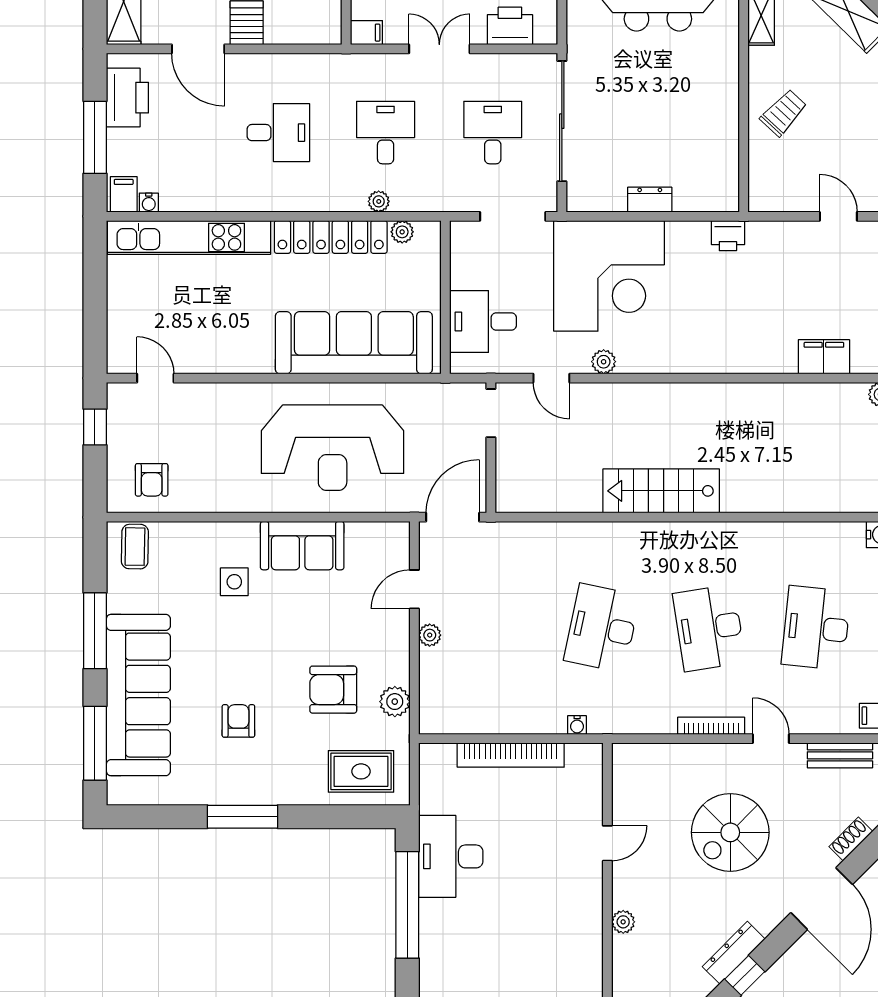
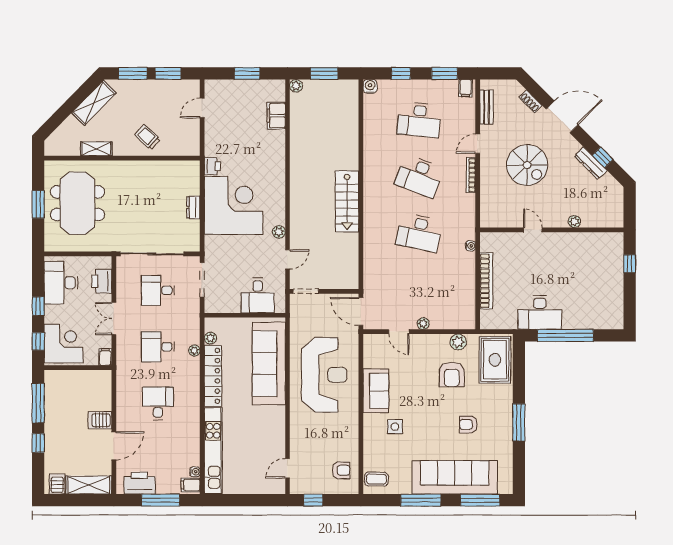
corner desk: (609, 276) -> (234, 205), moved
desk: (709, 628) -> (419, 176), turned 30
rug: (361, 771) -> (495, 360), width x1.36, depth x1.43

